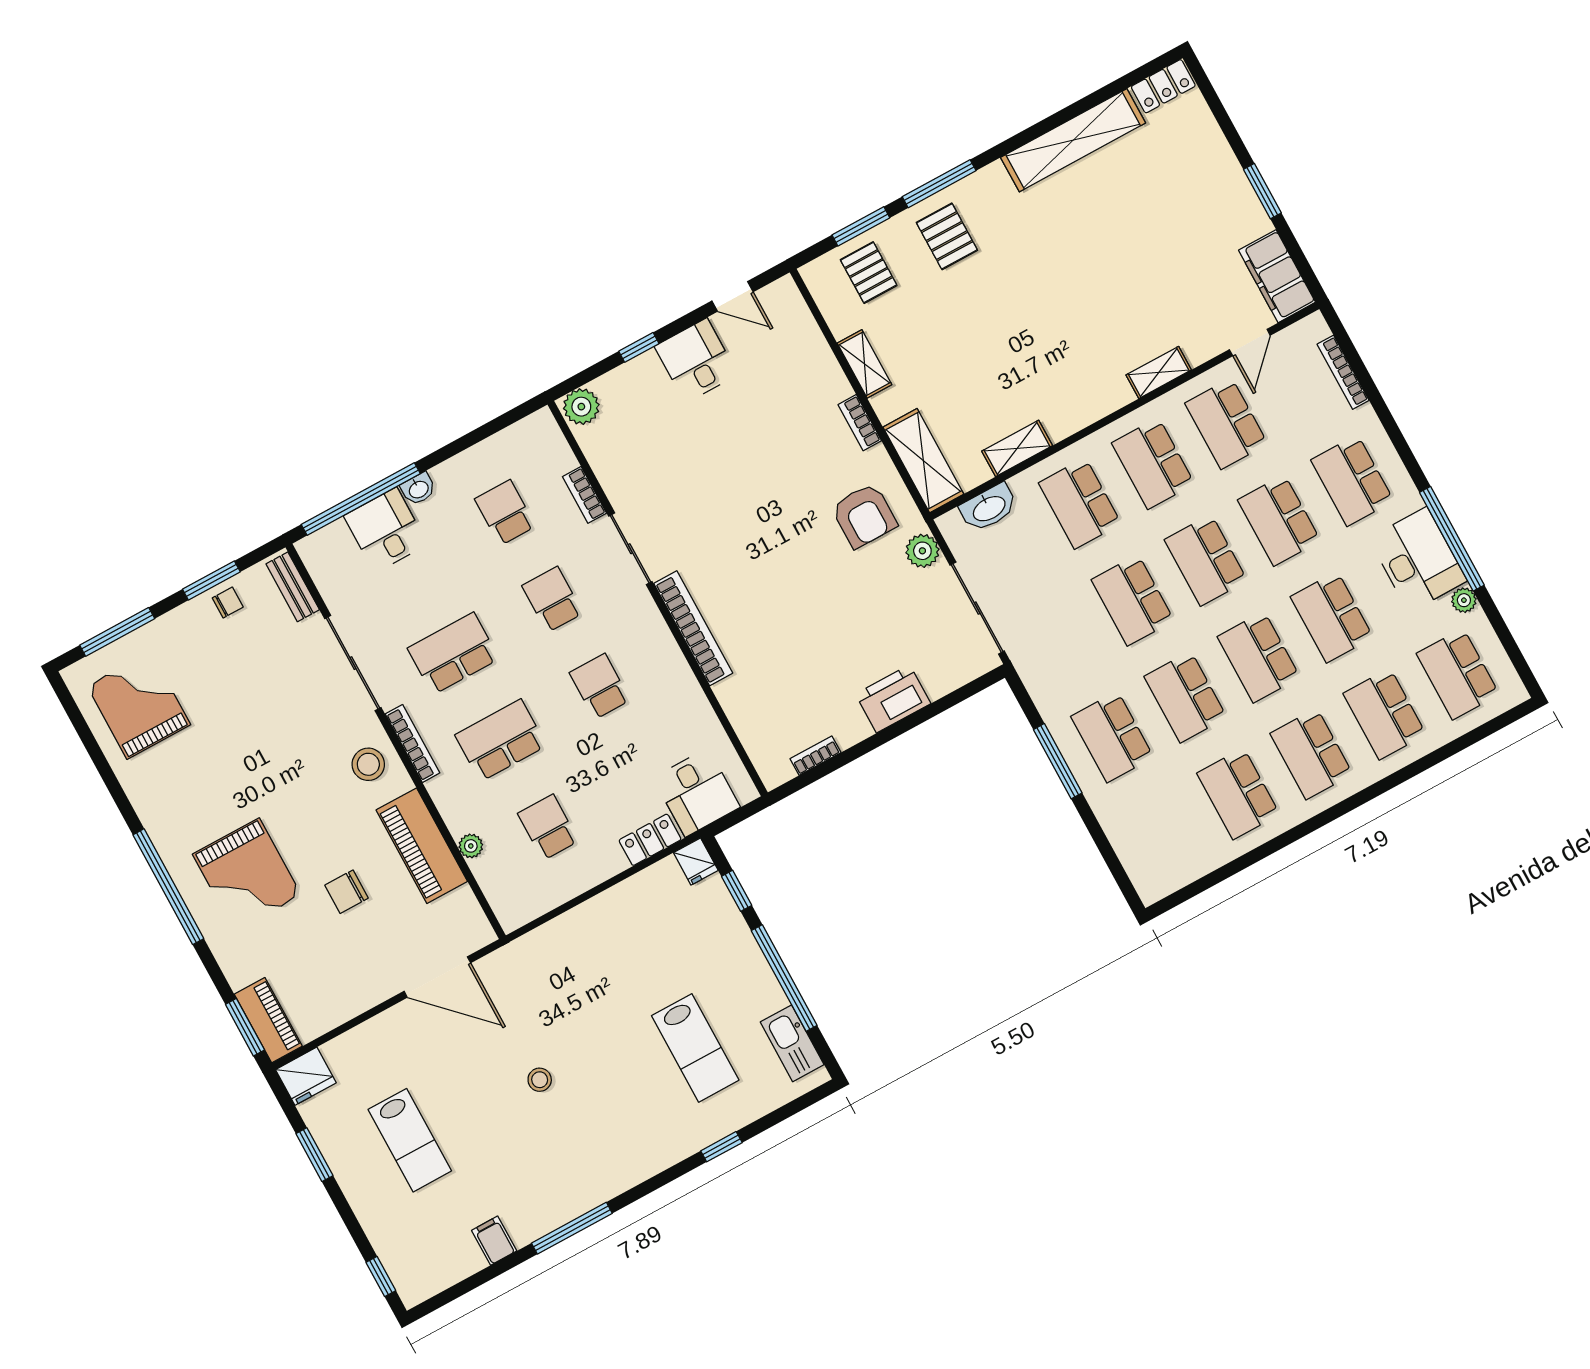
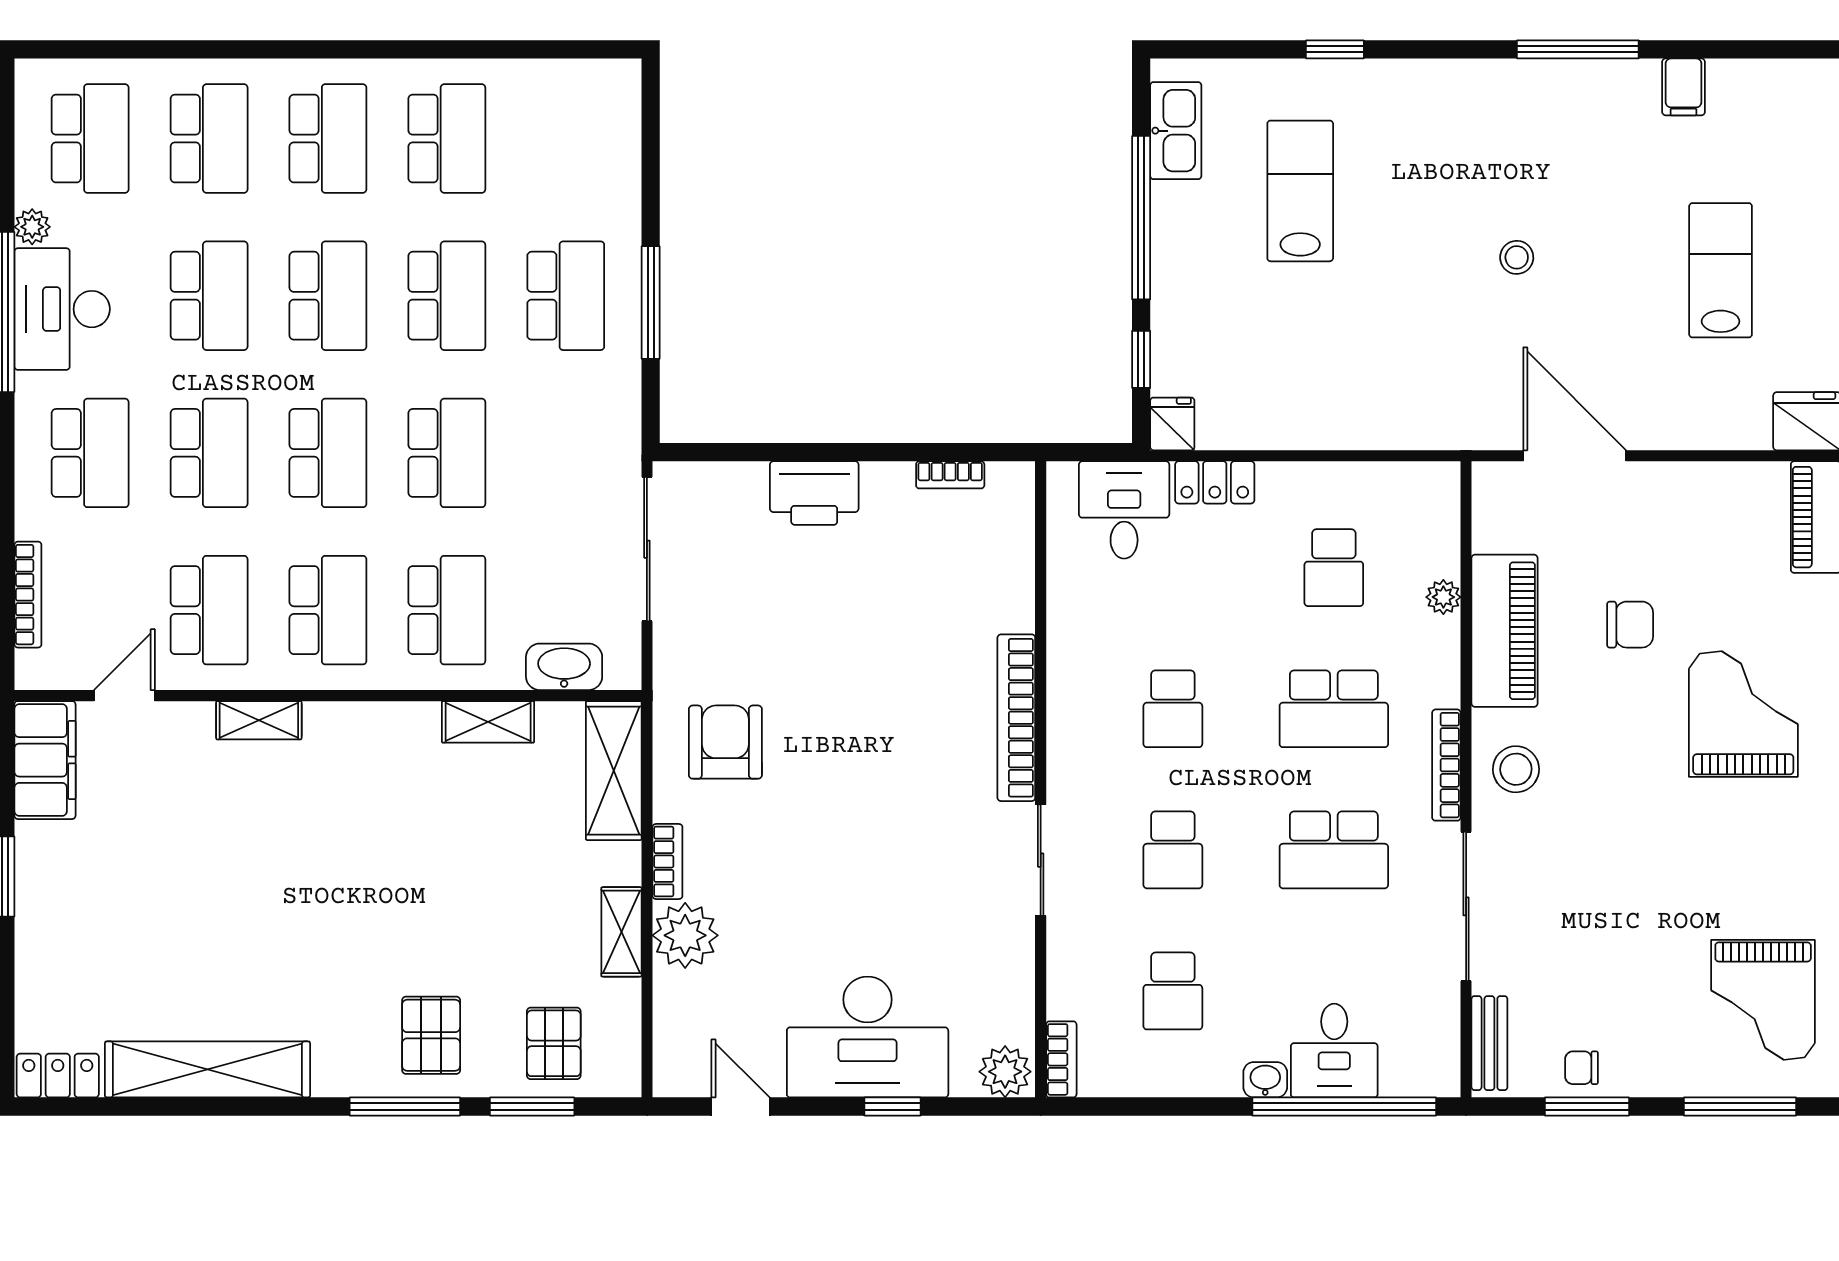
desk: (696, 361) -> (868, 1037), width x1.87, depth x1.30
bookcase: (585, 495) -> (1061, 1059), moved
plant: (922, 551) -> (685, 935), moved, width x1.36, depth x1.36

